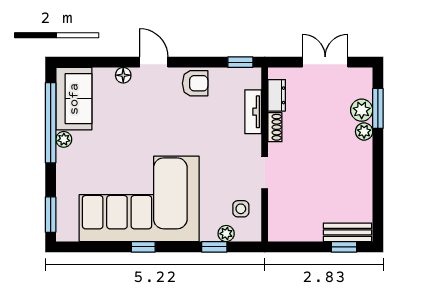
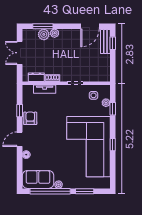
window: (240, 62) -> (20, 111), moved
door: (378, 202) -> (90, 26), added
window: (51, 215) -> (85, 191), moved

